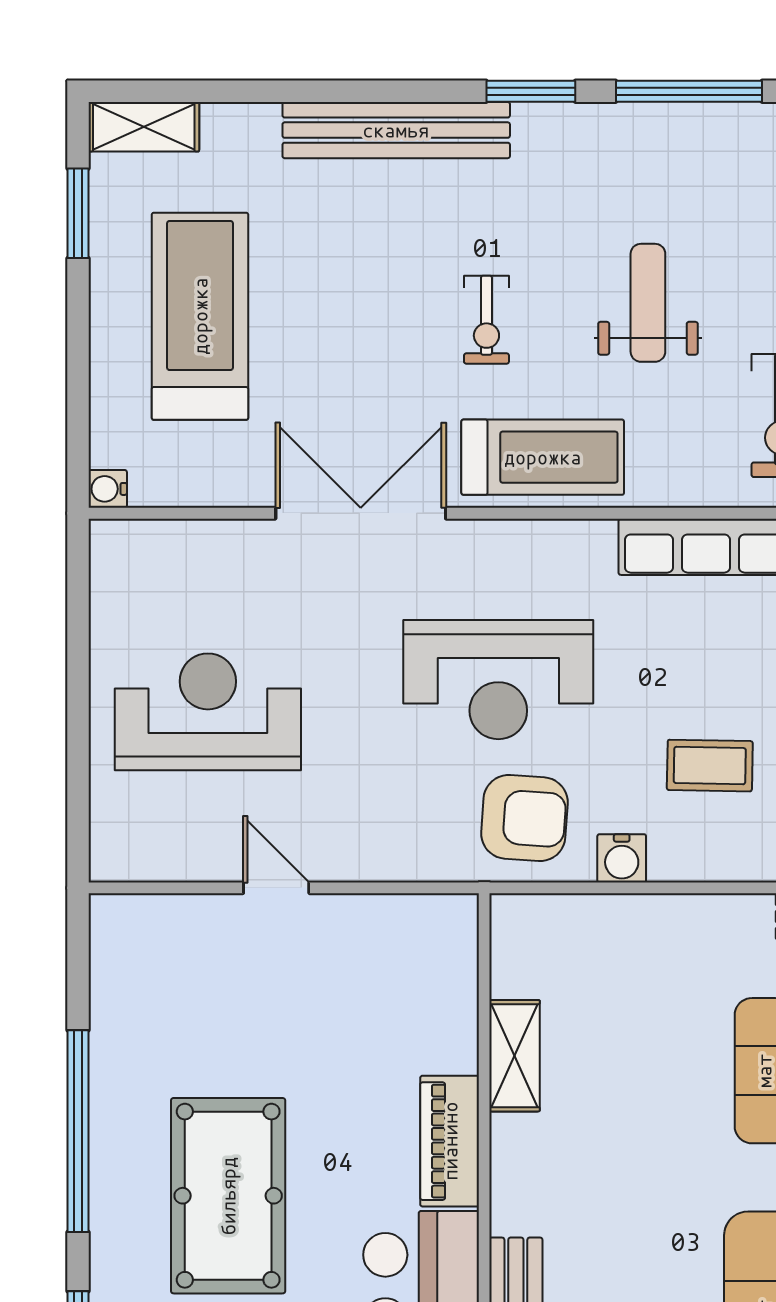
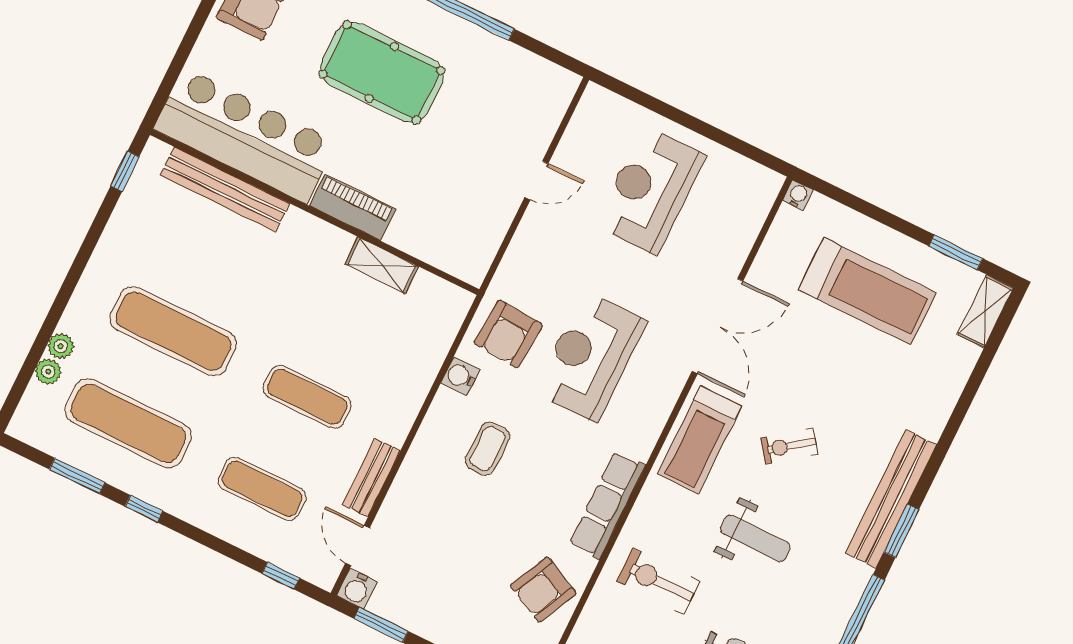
bench: (396, 130) -> (891, 499), moved
exercise bike: (486, 320) -> (789, 446), turned -37
reception desk: (208, 712) -> (650, 190), turned 180

